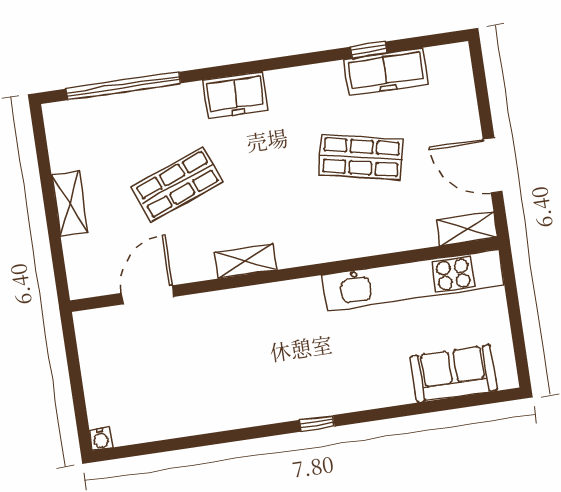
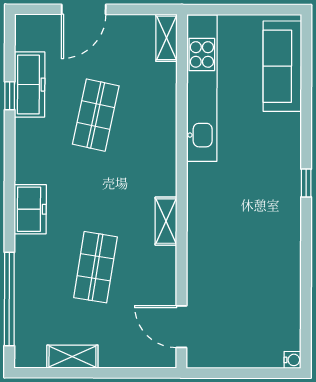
door: (493, 165) -> (84, 9), moved
shop shelf: (177, 184) -> (95, 267), turned 30
shelving: (70, 203) -> (72, 357), moved
door: (148, 295) -> (181, 327), moved
sofa: (454, 374) -> (282, 66), width x1.36

